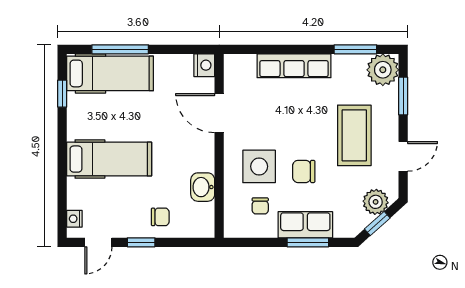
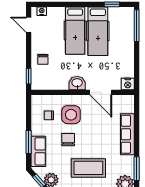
window: (120, 49) -> (137, 26), moved
hospital bed: (110, 73) -> (98, 31), moved
door: (219, 113) -> (101, 92), swing flipped
washbasin: (203, 187) -> (77, 83), moved
row of seats: (305, 225) -> (38, 151), moved
window: (141, 242) -> (29, 76), moved

